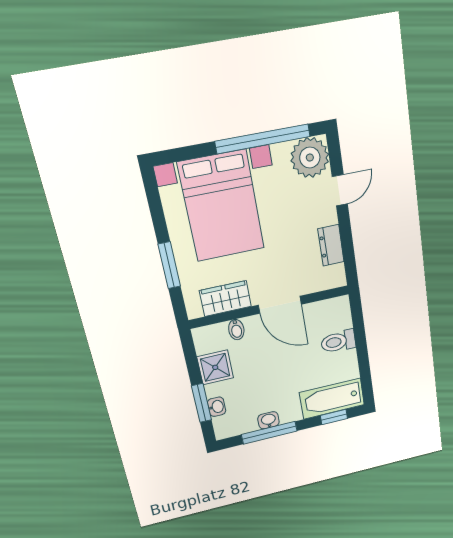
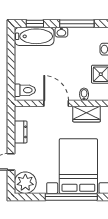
window: (263, 139) -> (71, 197), moved
toilet: (338, 342) -> (25, 90), moved
washbasin: (269, 420) -> (61, 32), moved

